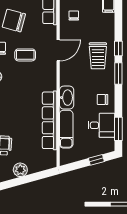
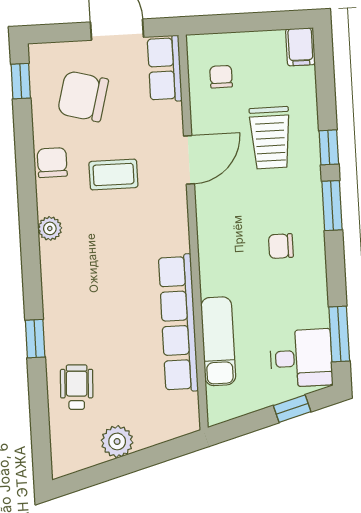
trolley: (98, 56) -> (270, 138), moved
washbasin: (67, 98) -> (215, 268), removed
chair: (102, 99) -> (281, 246), moved
desk: (102, 125) -> (301, 358), moved

